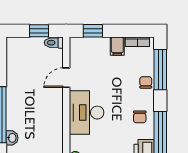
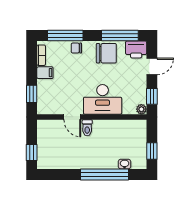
window: (39, 31) -> (32, 152), moved
toilet: (54, 43) -> (87, 128), moved
chair: (140, 117) -> (106, 53), width x1.87, depth x1.87

